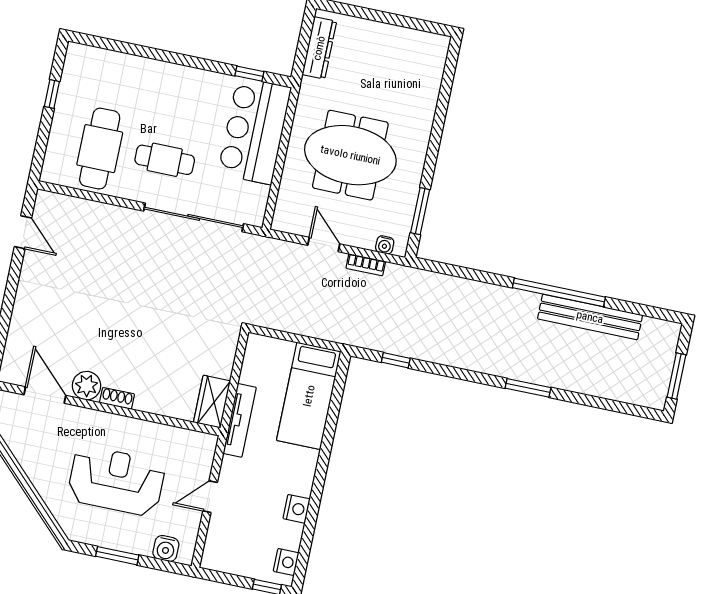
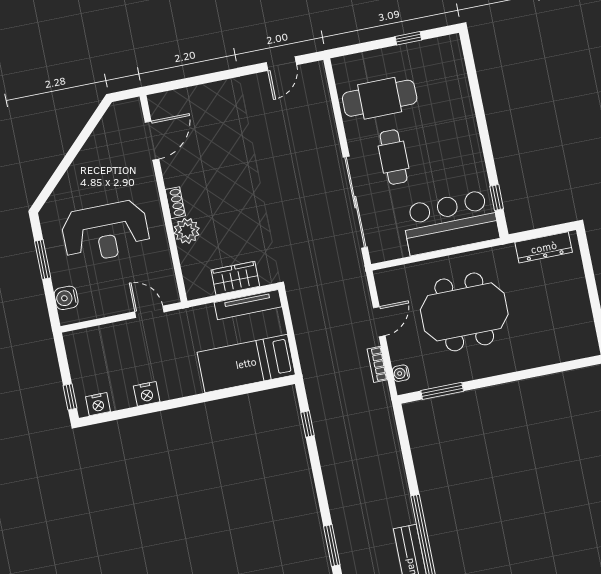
meeting table: (350, 155) -> (464, 312), turned 90
plant: (87, 386) -> (187, 231), moved
wardrobe: (212, 402) -> (235, 278), moved
tv unit: (240, 420) -> (248, 305), moved
reception desk: (116, 481) -> (105, 232), turned 90
door: (210, 497) -> (149, 312), moved

